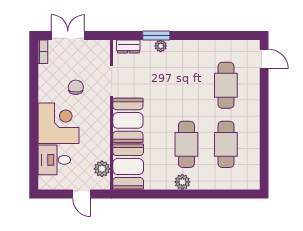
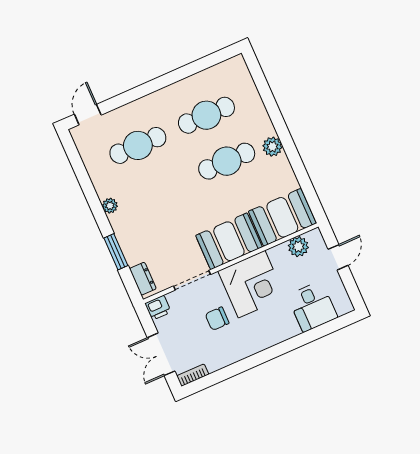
plant: (161, 46) -> (110, 206), moved
printer: (103, 48) -> (158, 308), added
corner desk: (58, 123) -> (252, 284), moved, turned 180

